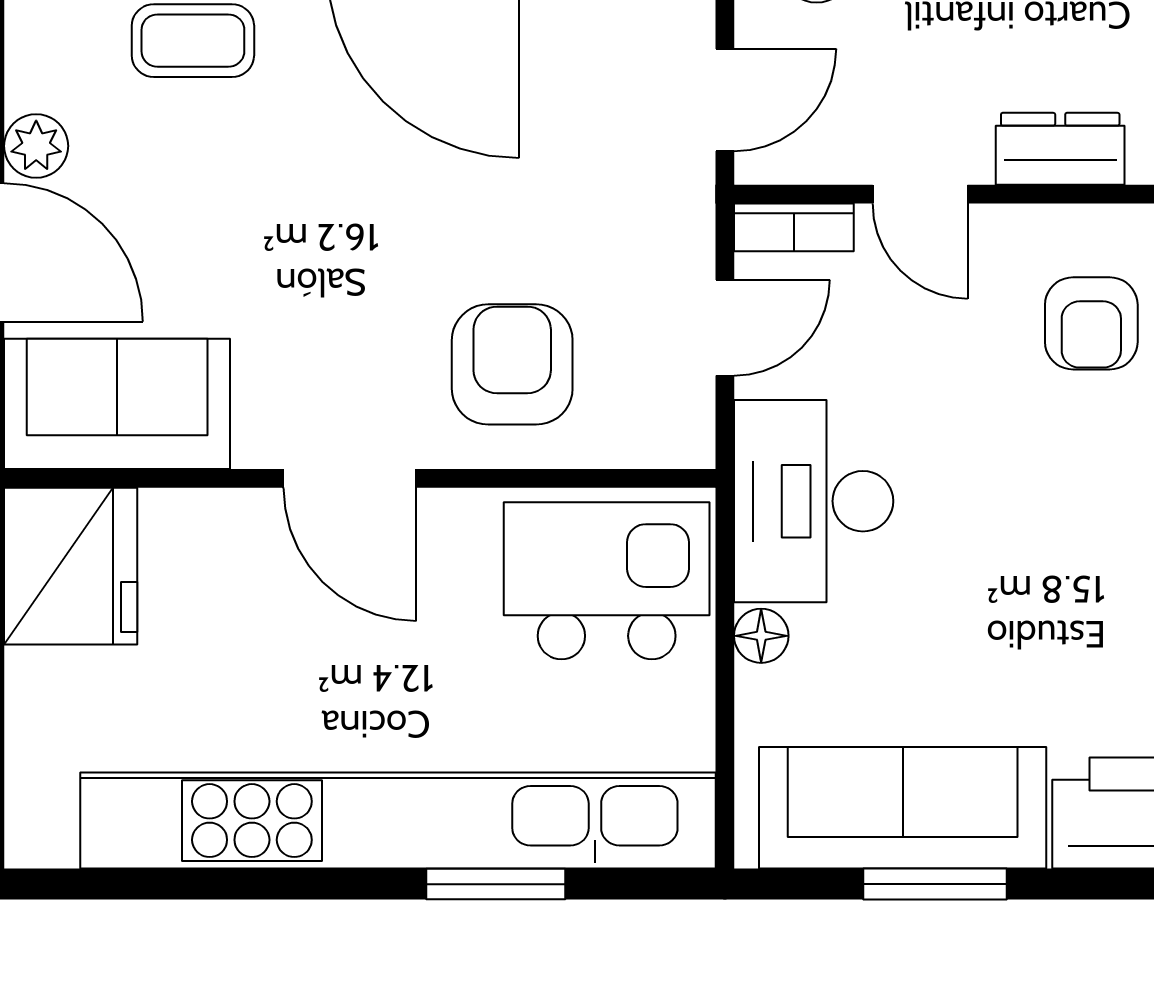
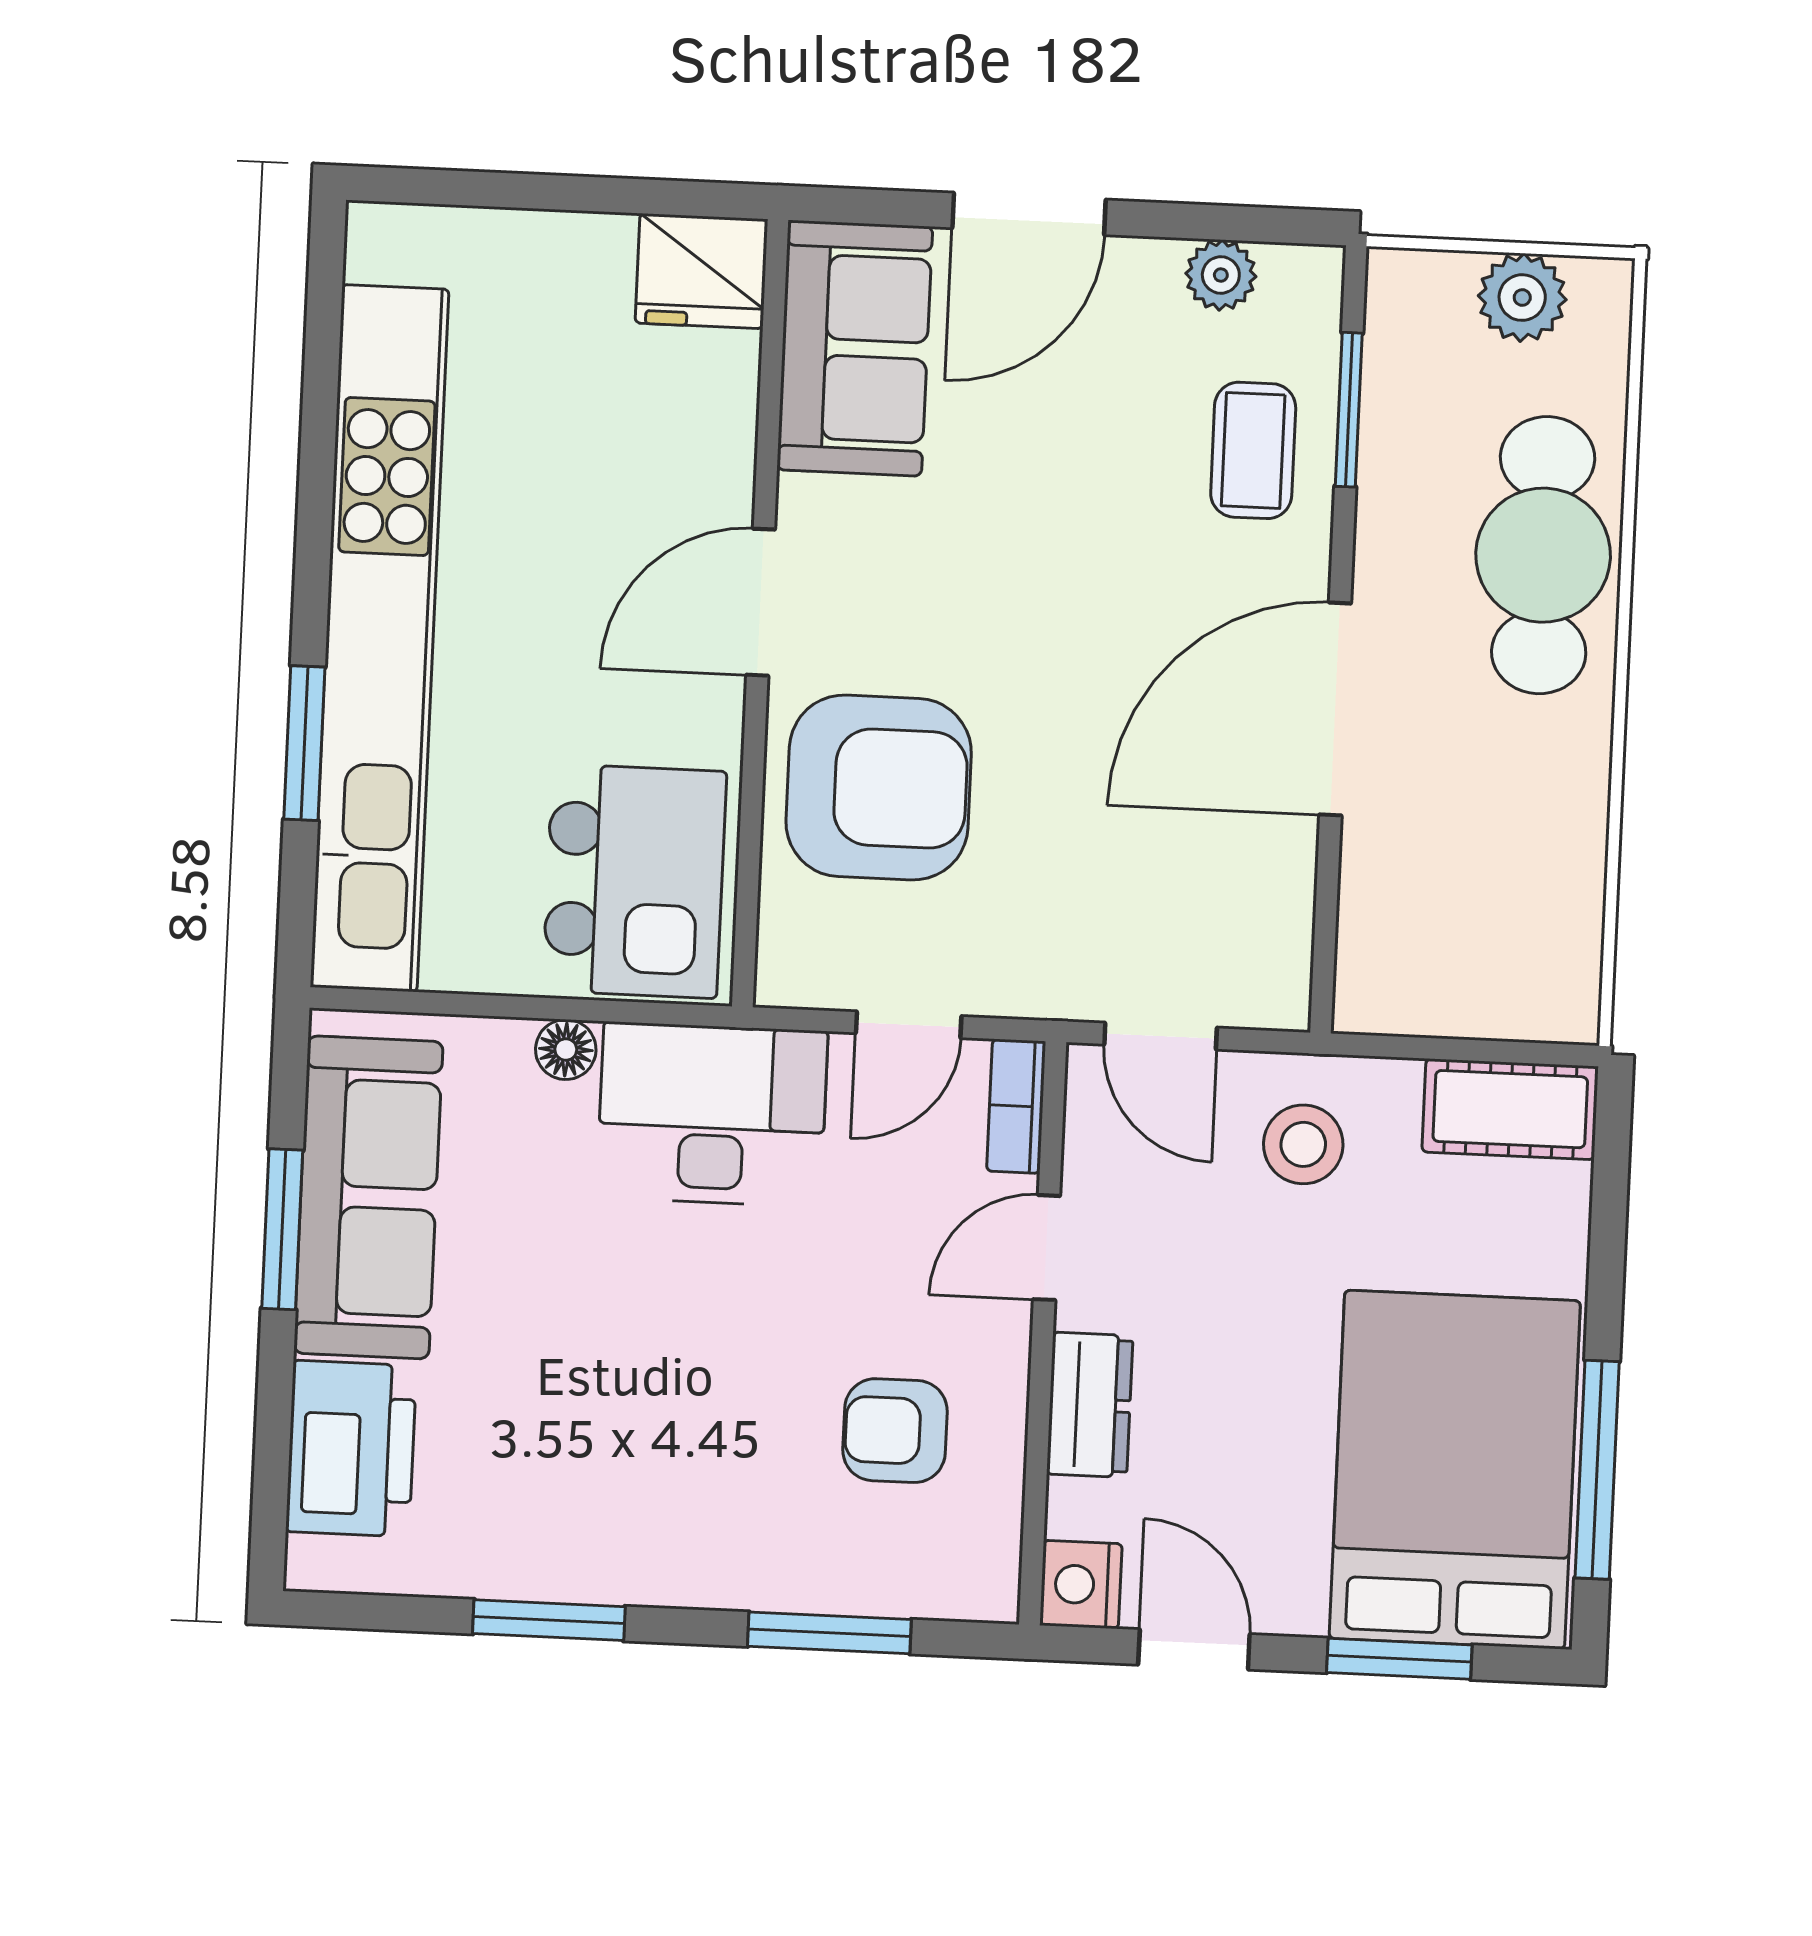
plant: (36, 146) -> (1221, 275), moved
door: (725, 328) -> (909, 1025), hinge flipped
armchair: (512, 364) -> (879, 788), width x1.36, depth x1.36
fridge: (71, 566) -> (701, 271), width x0.73, depth x0.75

